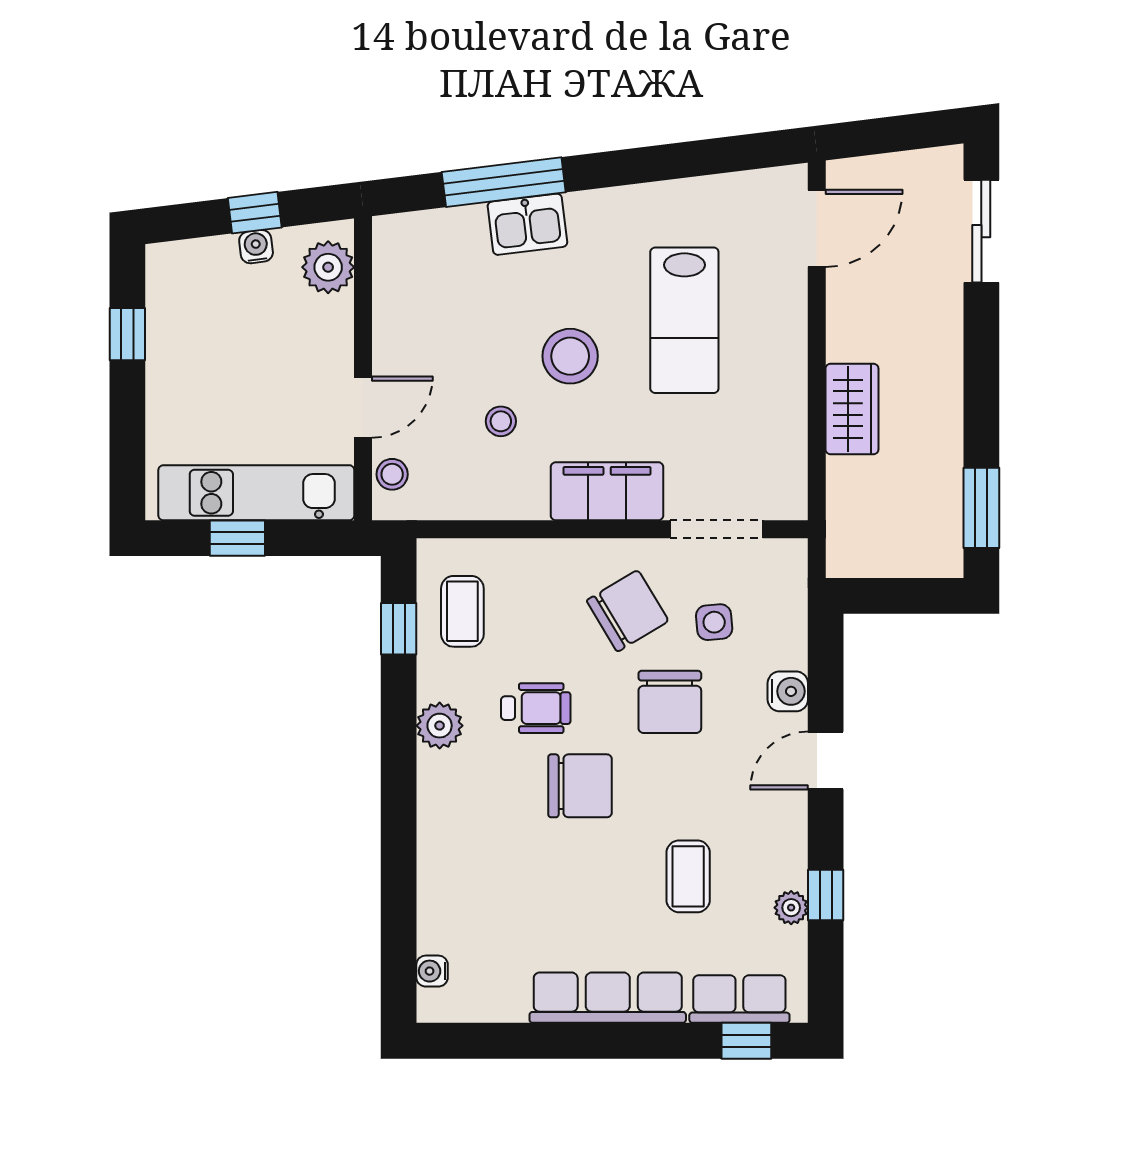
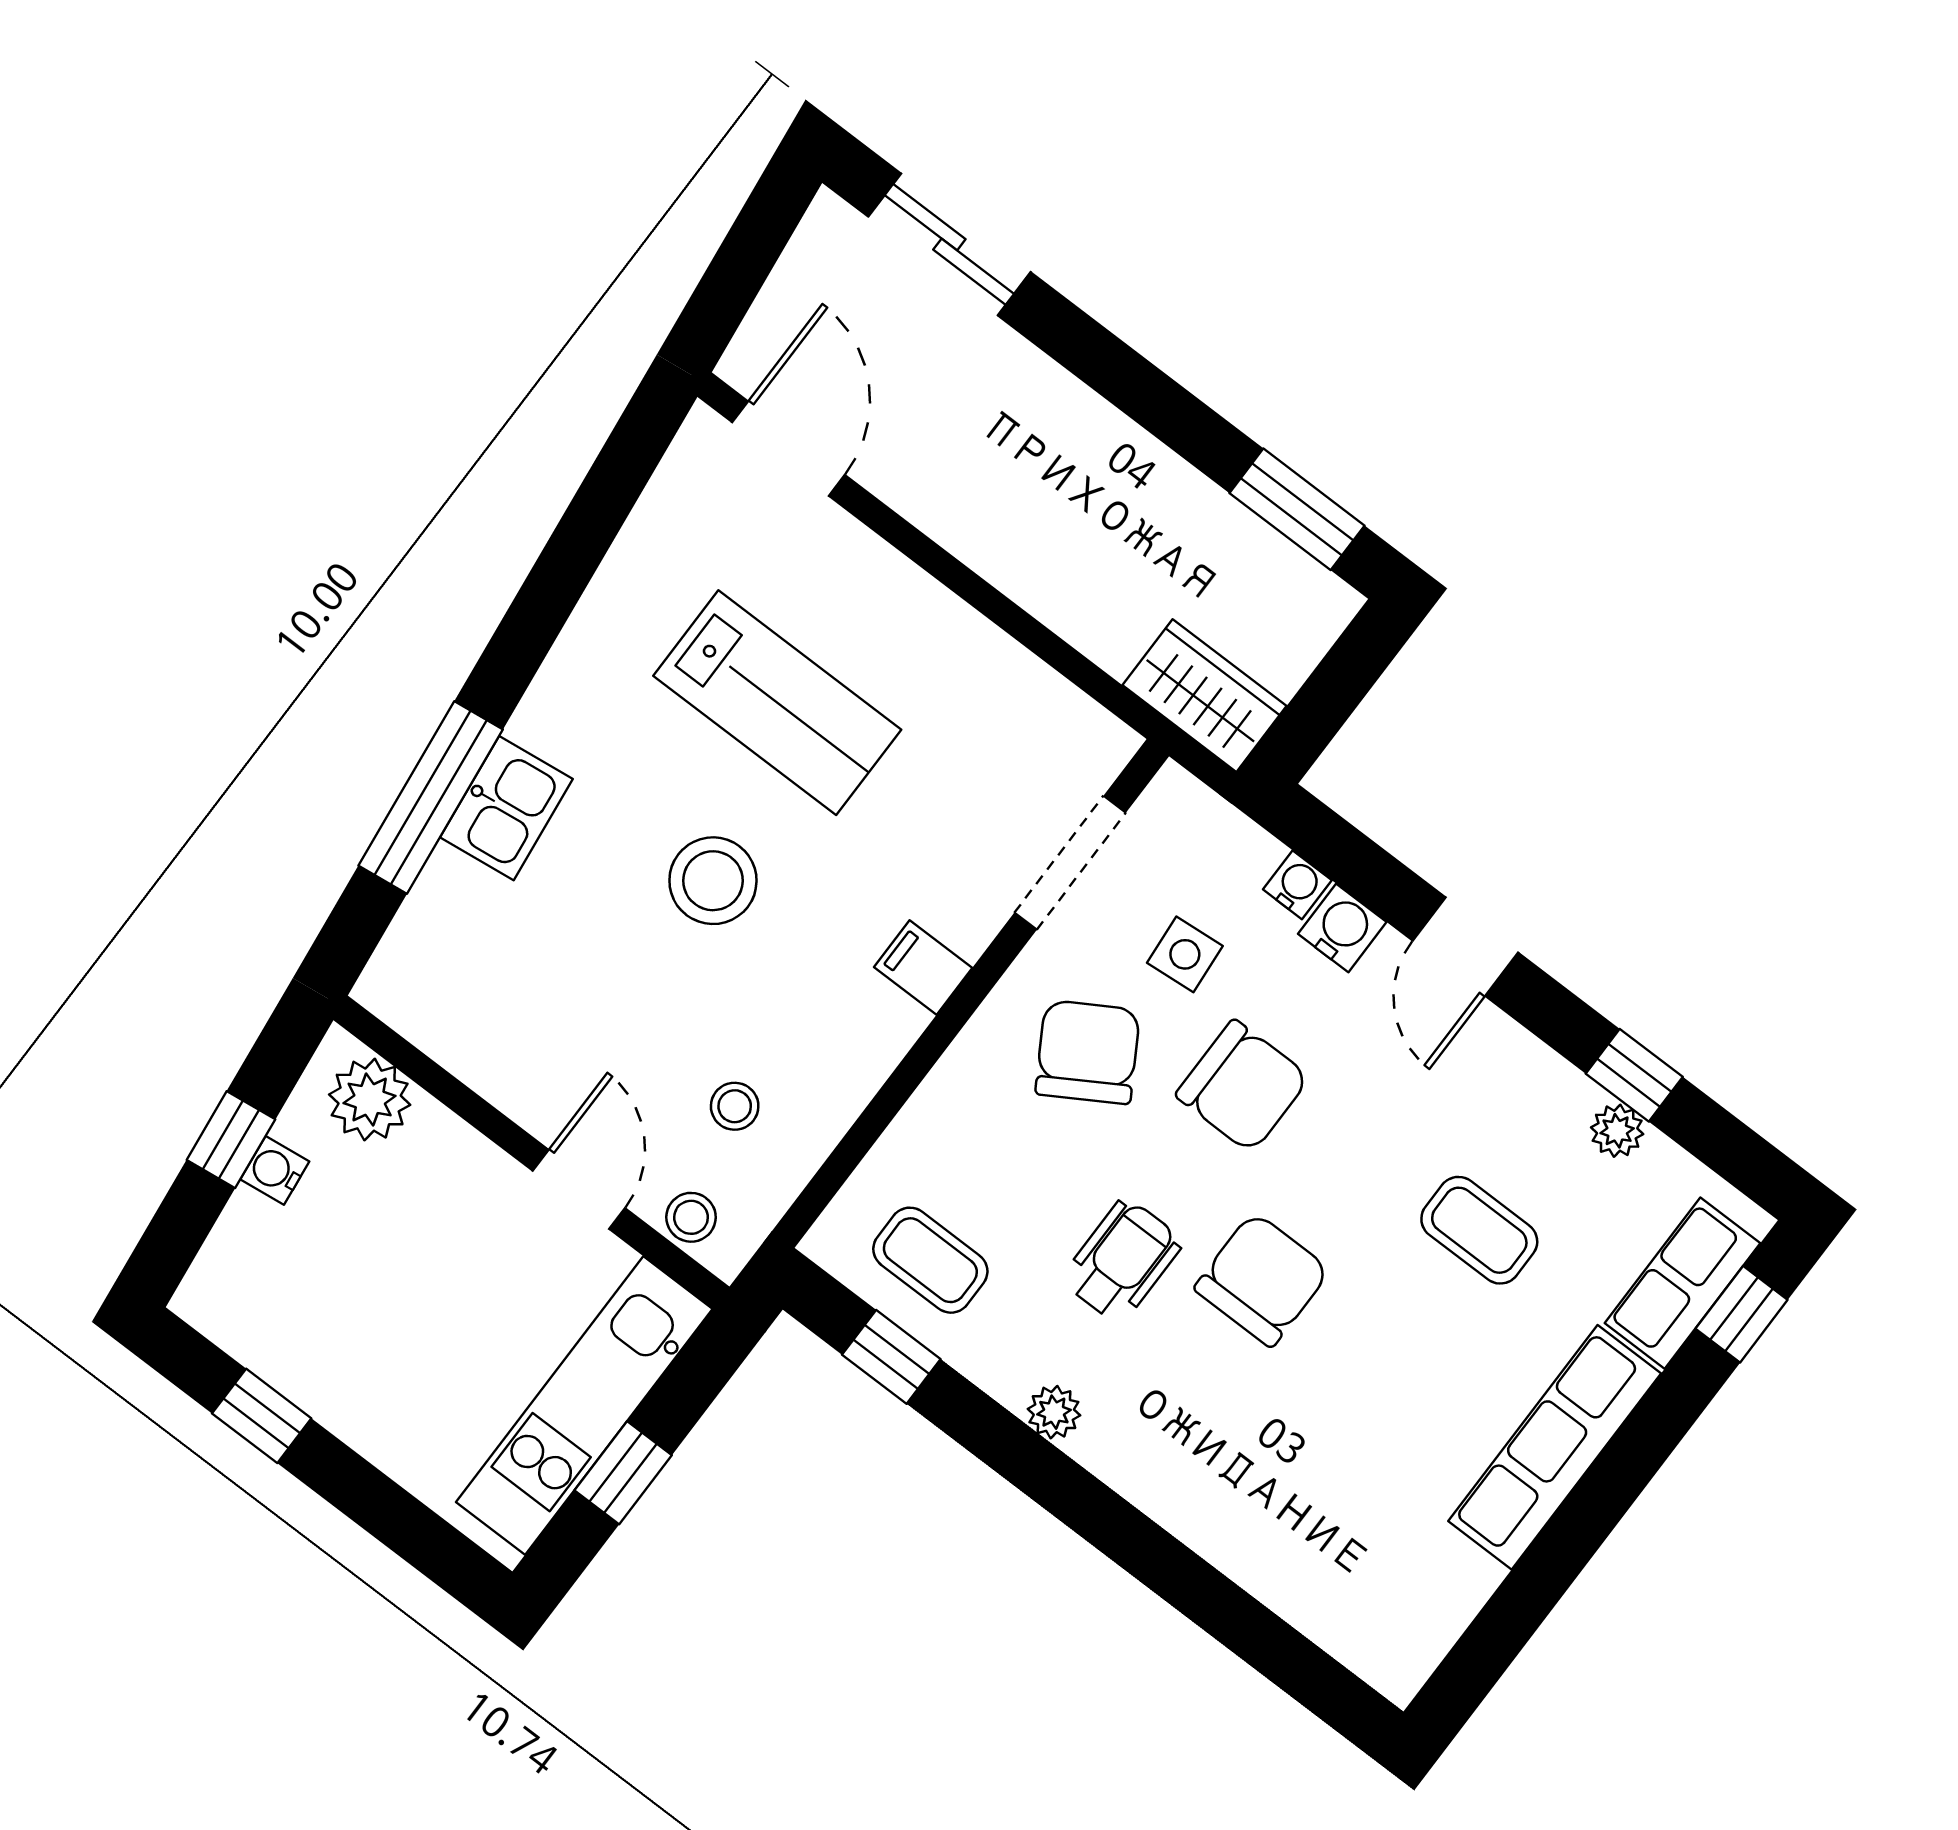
wardrobe: (852, 409) -> (1204, 696), moved
stool: (501, 421) -> (735, 1106), moved
filing cabinet: (607, 491) -> (923, 968), width x0.33, depth x0.86
plant: (440, 726) -> (1054, 1412), width x0.73, depth x0.73
water cooler: (432, 971) -> (1297, 885), moved, turned 180

